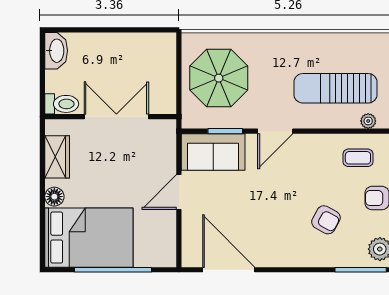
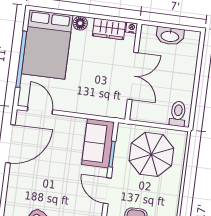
washbasin: (56, 51) -> (170, 36), moved
toilet: (62, 104) -> (178, 114), moved, turned 180
nightstand: (52, 127) -> (132, 28), added
door: (179, 192) -> (40, 110), moved

